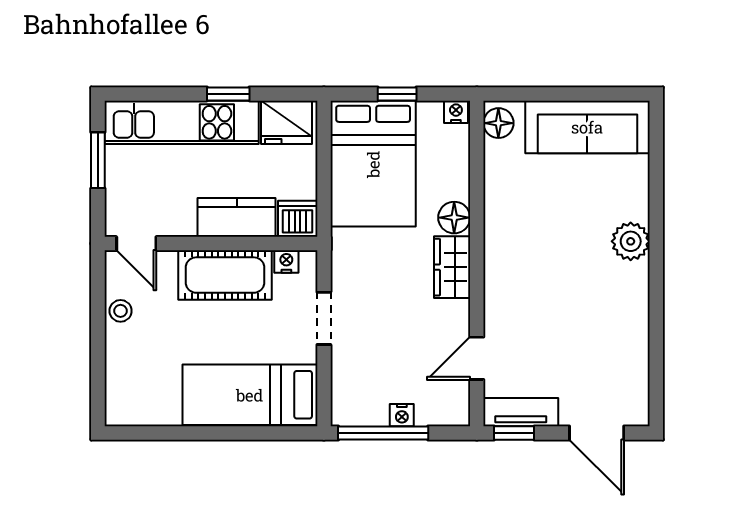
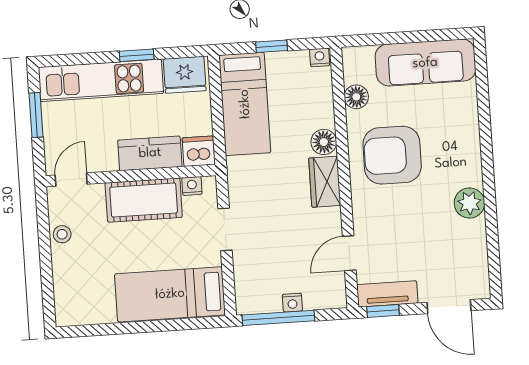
floor lamp: (498, 123) -> (356, 97), moved
bed: (373, 164) -> (245, 104), width x0.67
armchair: (538, 240) -> (392, 155), added
plant: (631, 241) -> (469, 203), moved
door: (136, 244) -> (71, 180), swing flipped

